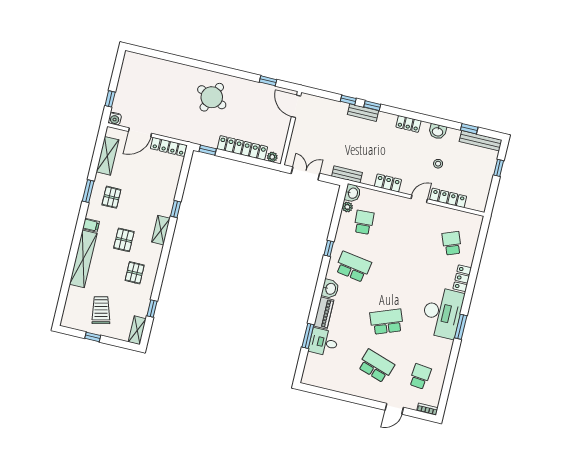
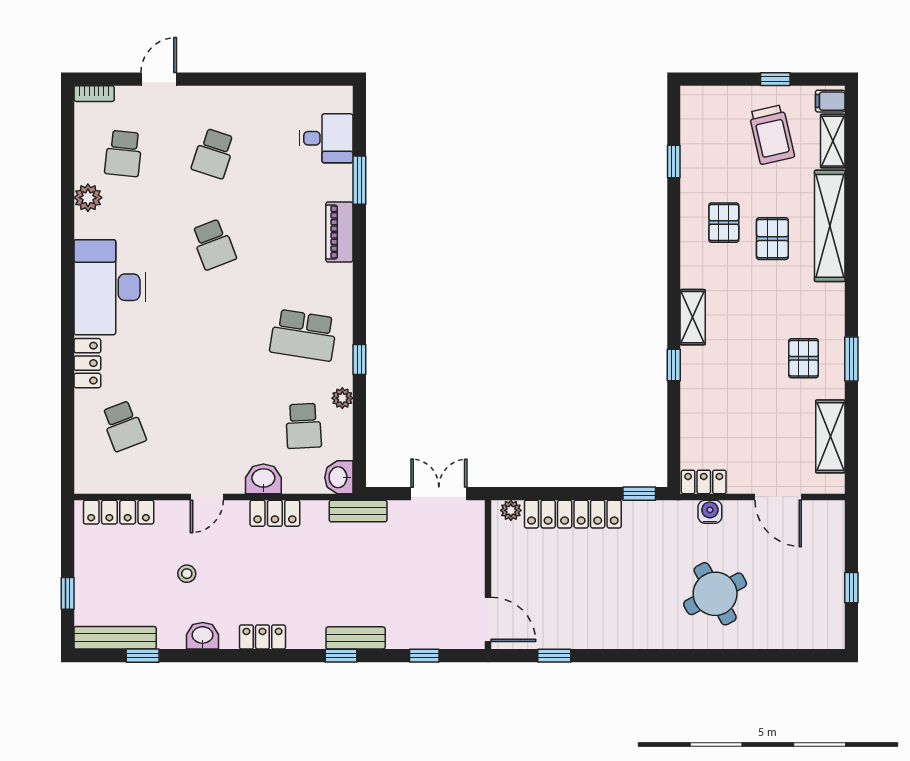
round table: (212, 97) -> (715, 594), moved, turned 38
window: (110, 99) -> (851, 588), moved
window: (348, 100) -> (424, 656), moved
water cooler: (115, 119) -> (710, 512), moved
door: (140, 132) -> (778, 497), swing flipped
locker: (169, 147) -> (704, 482), width x0.66
double door: (305, 173) -> (439, 494), swing flipped
locker: (448, 198) -> (119, 512), moved
plant: (347, 207) -> (342, 398), moved
filing cabinet: (91, 225) -> (830, 101), moved
pallet: (124, 240) -> (772, 239), moved
washbasin: (330, 289) -> (263, 479), moved, turned 90
school desk: (387, 322) -> (213, 244), width x0.54
window: (461, 327) -> (68, 269), removed
shelving: (137, 330) -> (833, 141), moved
desk: (323, 342) -> (326, 138), moved
plant: (443, 359) -> (88, 198), added
school desk: (376, 366) -> (213, 153), width x0.54

